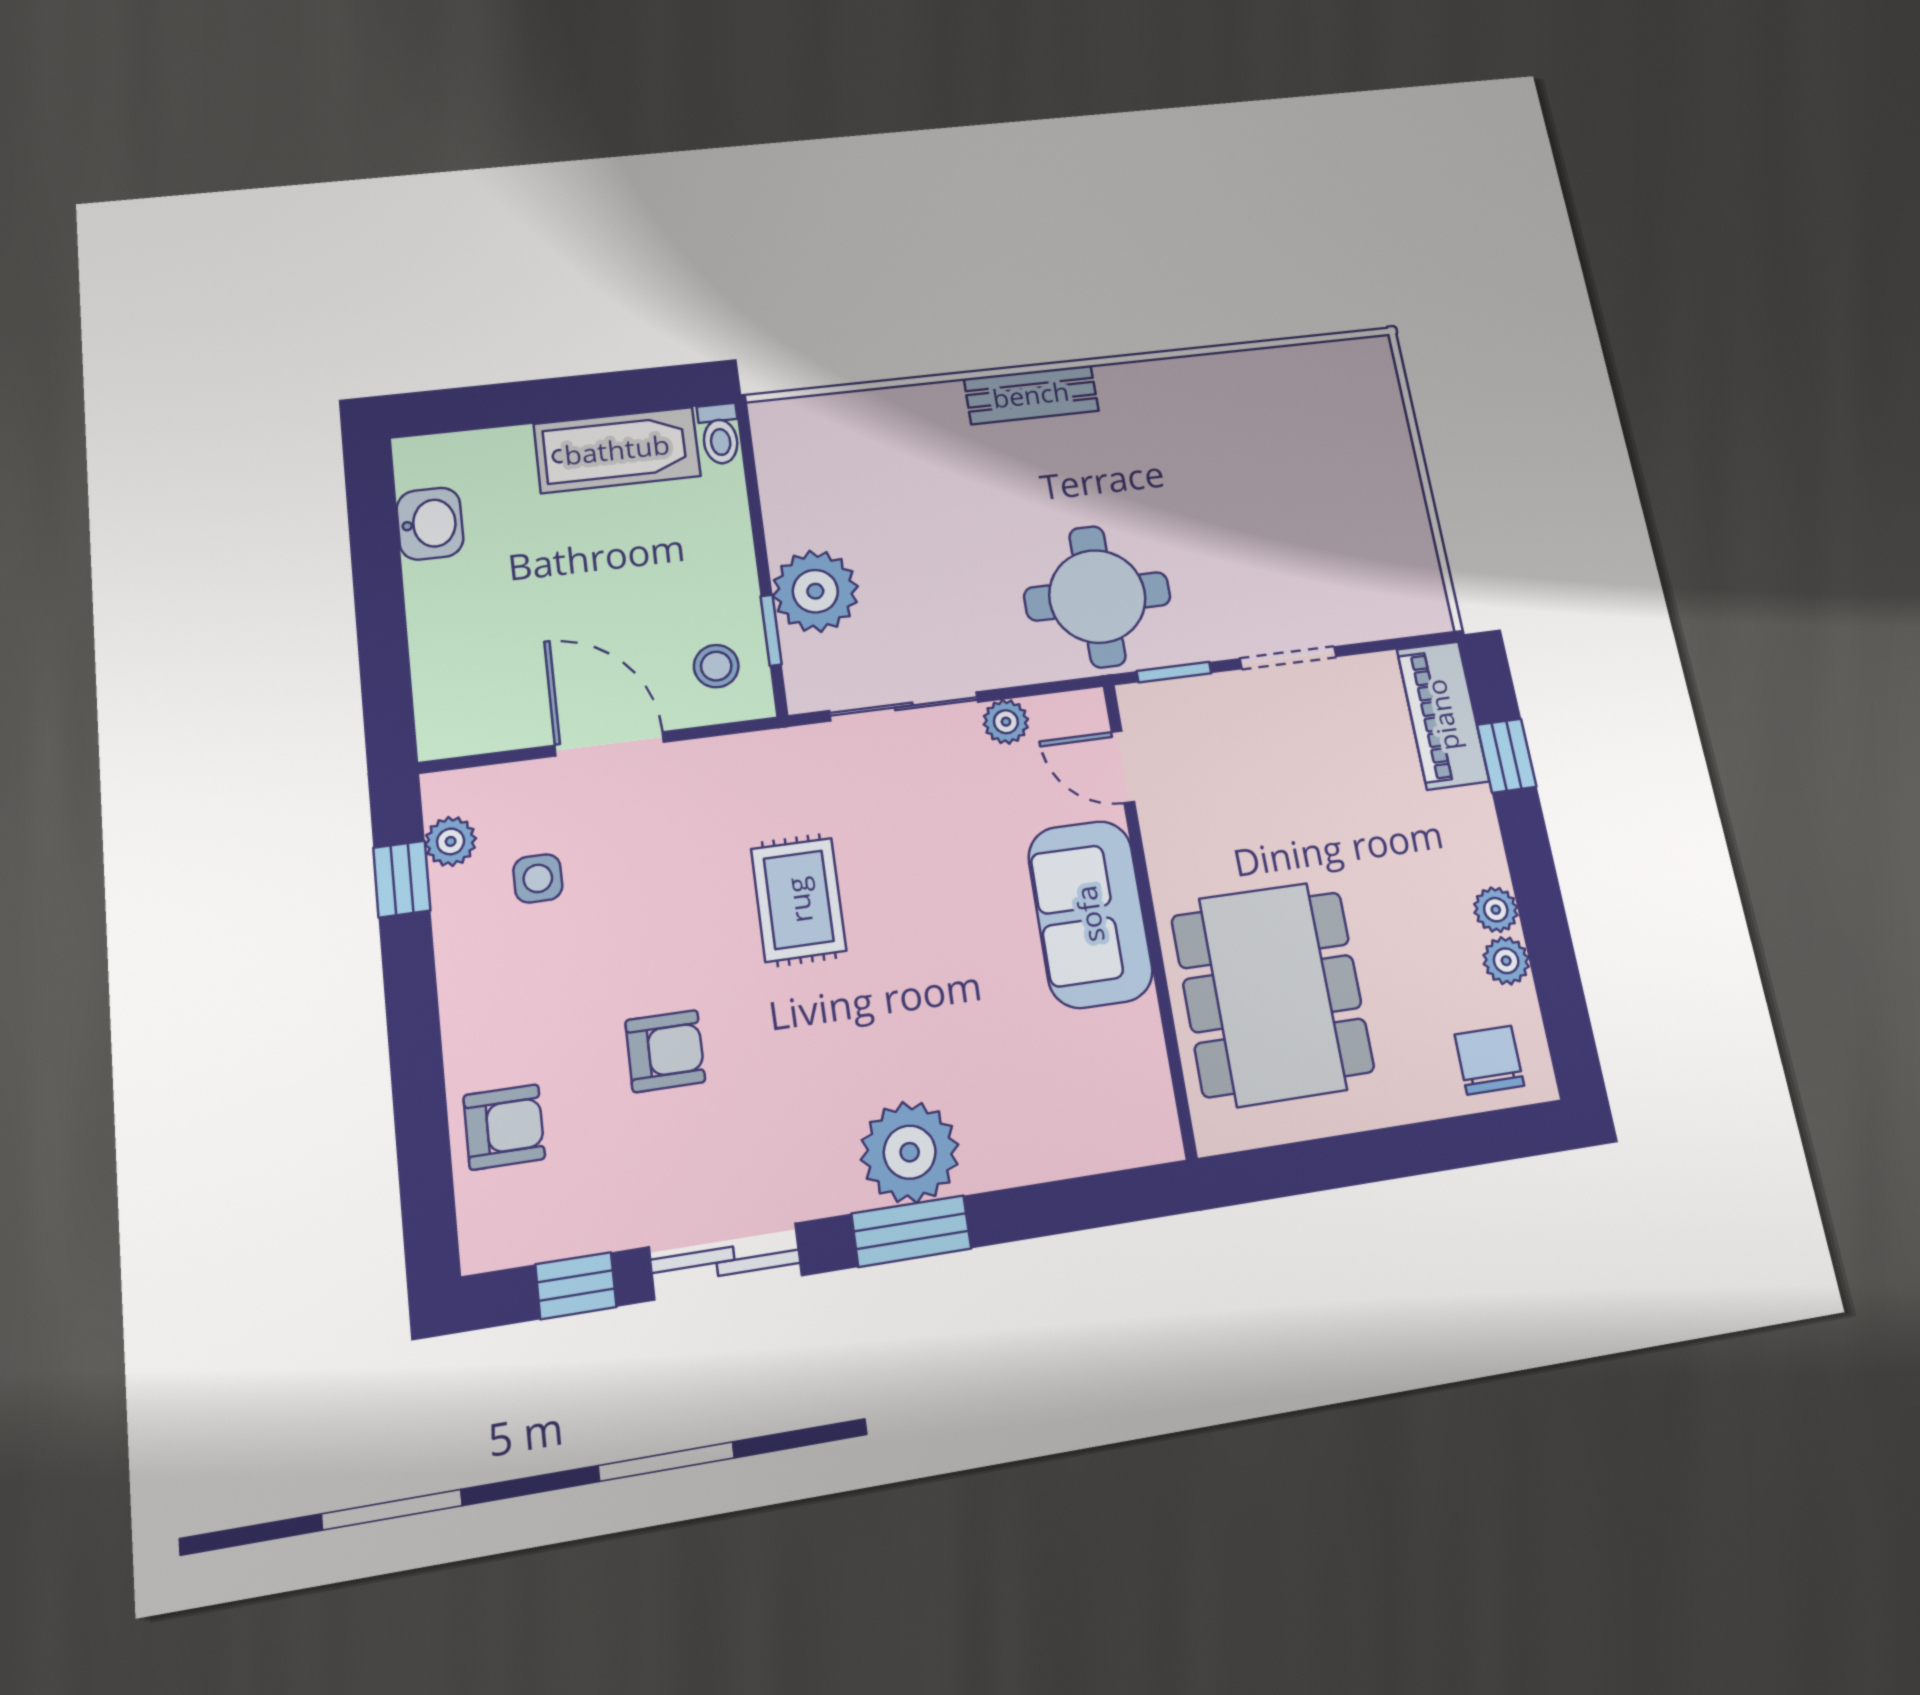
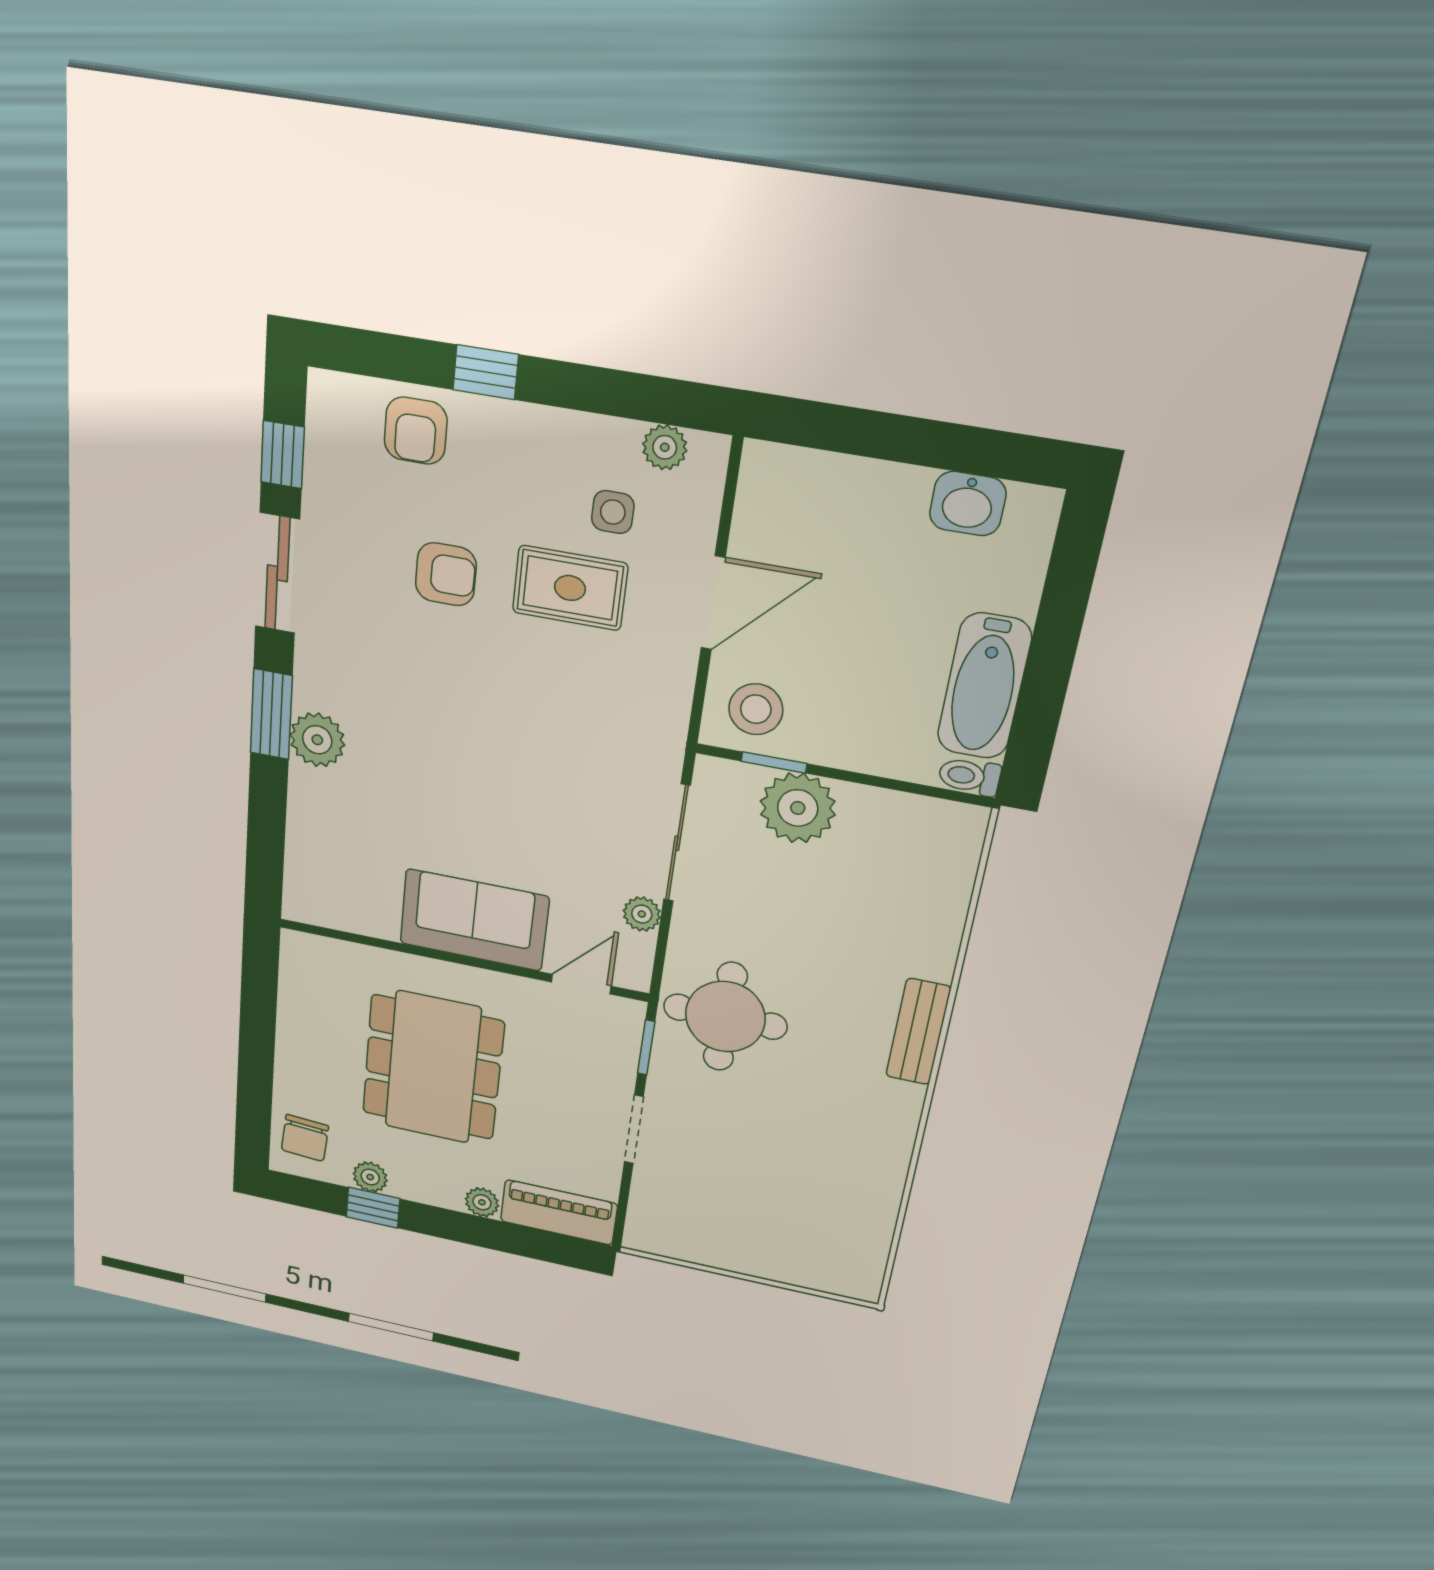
stool: (716, 666) -> (756, 709), width x1.37, depth x1.37
window: (1507, 756) -> (373, 1208), moved
window: (402, 879) -> (486, 372), moved
rug: (799, 900) -> (570, 588), moved
plant: (1496, 910) -> (482, 1202), moved
dining table: (1272, 994) -> (433, 1067), moved, turned 90
armchair: (665, 1051) -> (446, 574), turned -90
chair: (1489, 1060) -> (305, 1138), turned 94
plant: (910, 1152) -> (317, 740), width x0.73, depth x0.73

